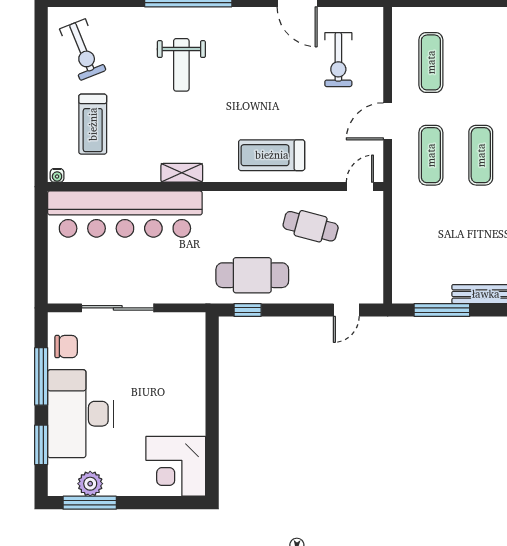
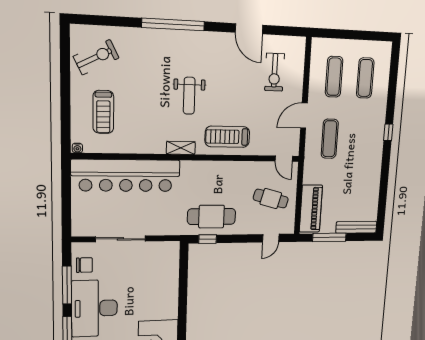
exercise bike: (83, 50) -> (96, 57), turned -95
weight bench: (181, 65) -> (189, 96), moved
exercise mat: (481, 155) -> (365, 78), moved
shelving: (182, 173) -> (181, 148), moved
door: (360, 187) -> (284, 159), swing flipped
cafe table: (311, 226) -> (271, 199), moved
piano: (408, 264) -> (311, 209), added

